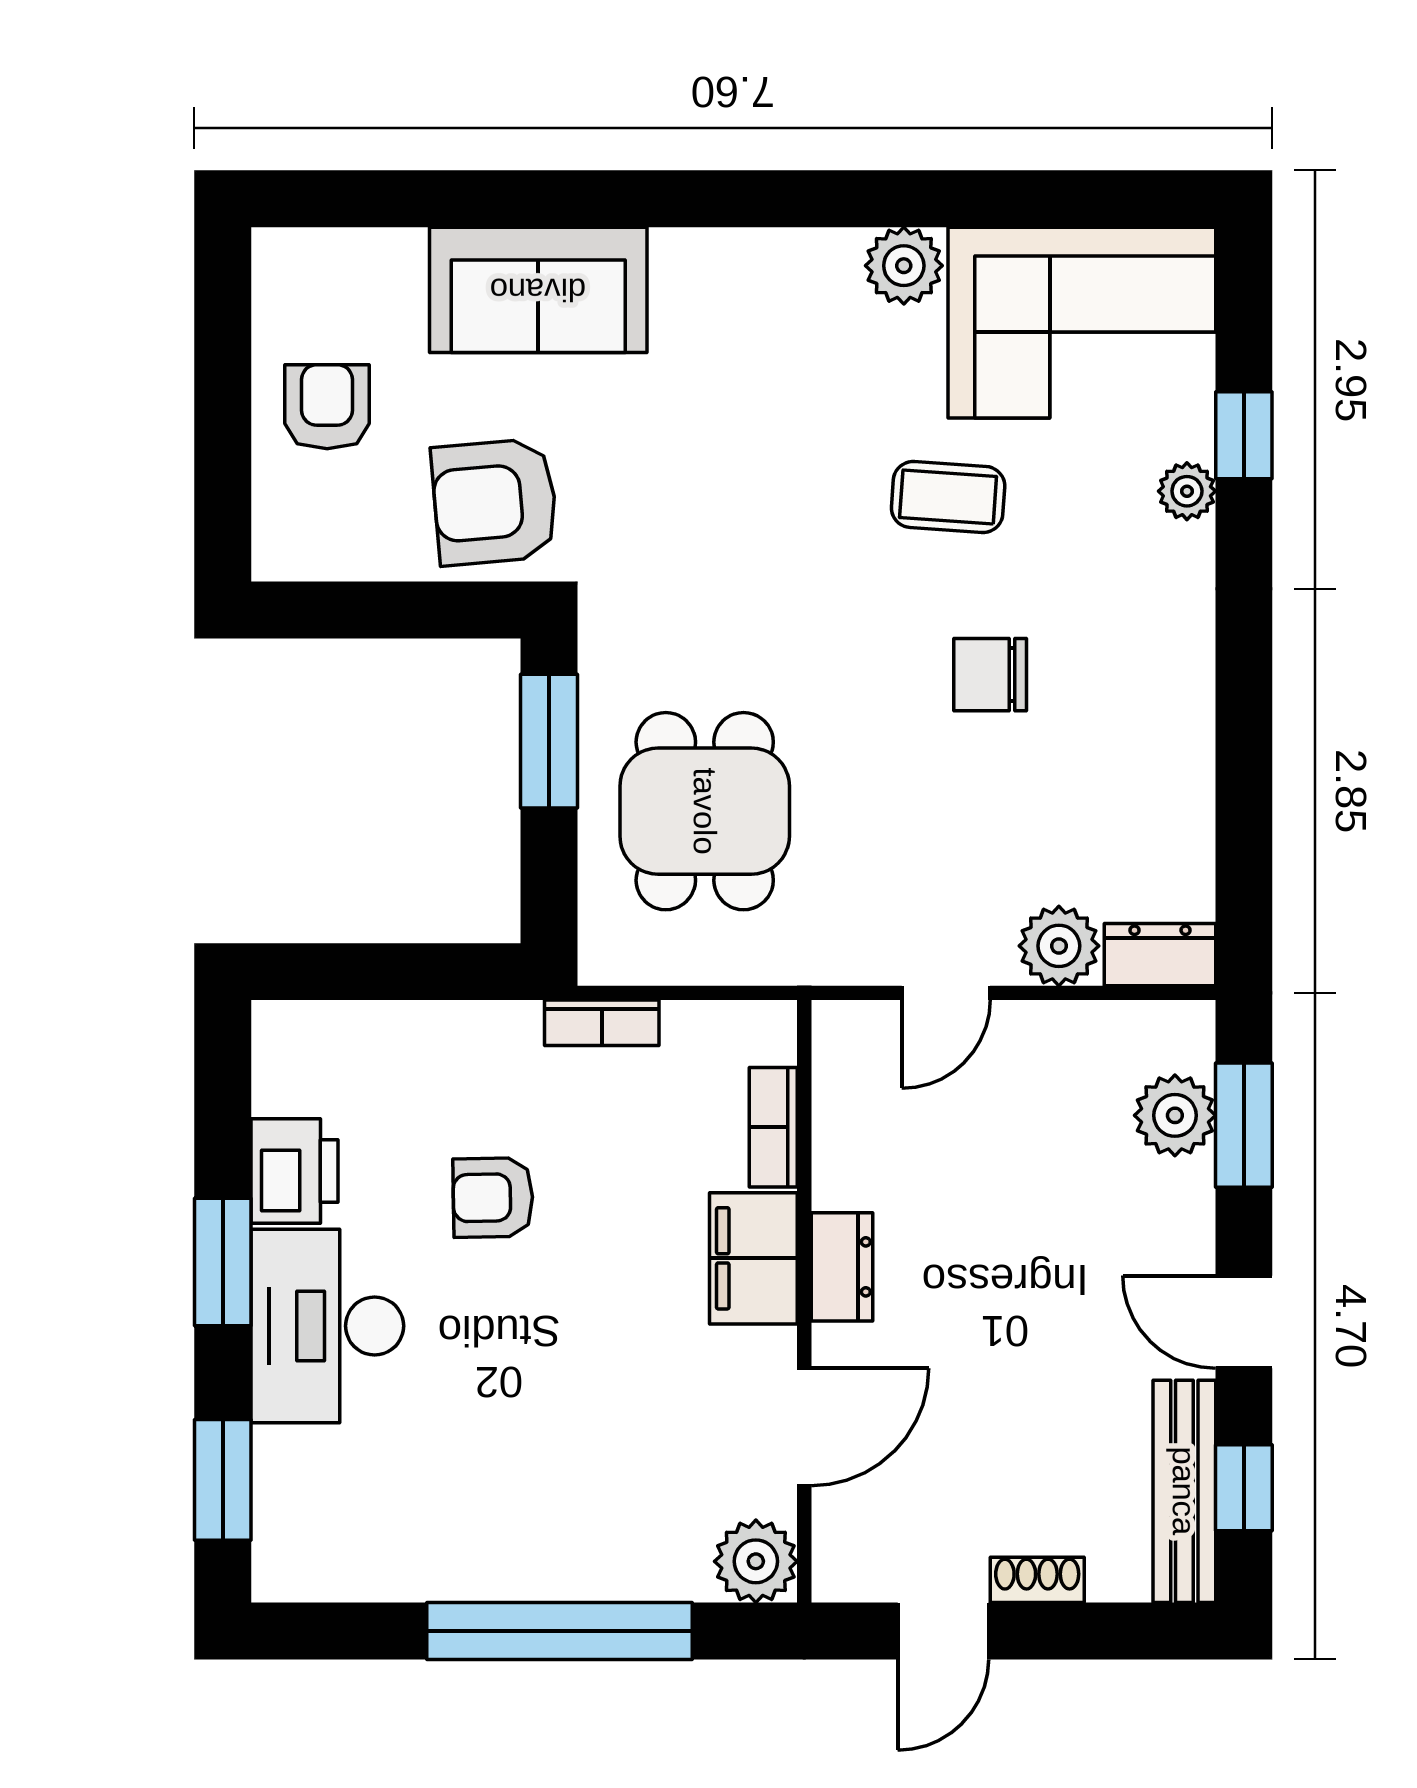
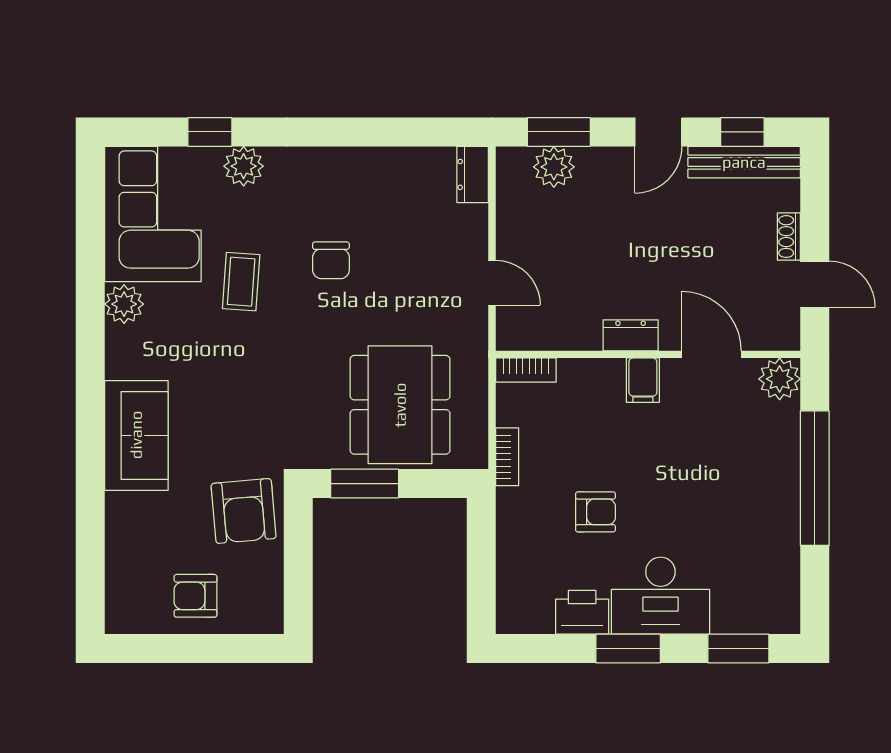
sofa: (538, 290) -> (136, 435), moved
plant: (1187, 491) -> (244, 166), width x1.38, depth x1.38
dining table: (705, 811) -> (400, 405), width x1.37
plant: (1059, 946) -> (468, 226), removed
bookcase: (773, 1127) -> (526, 370), moved
armchair: (493, 1198) -> (595, 512), turned -89
filing cabinet: (753, 1258) -> (643, 380), width x0.50

